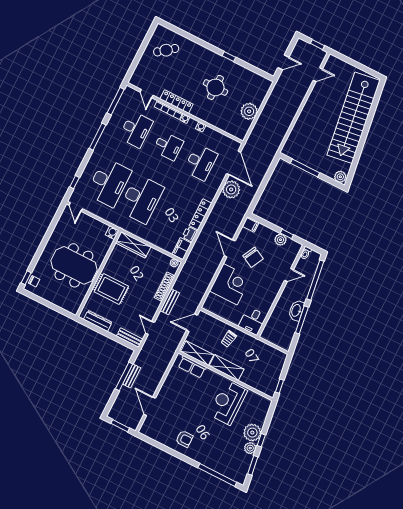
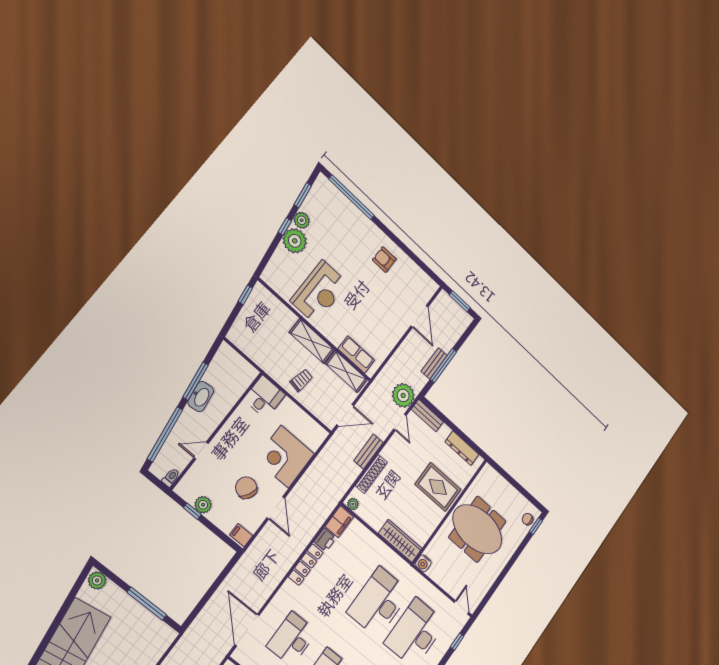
plant: (231, 189) -> (403, 395), moved

